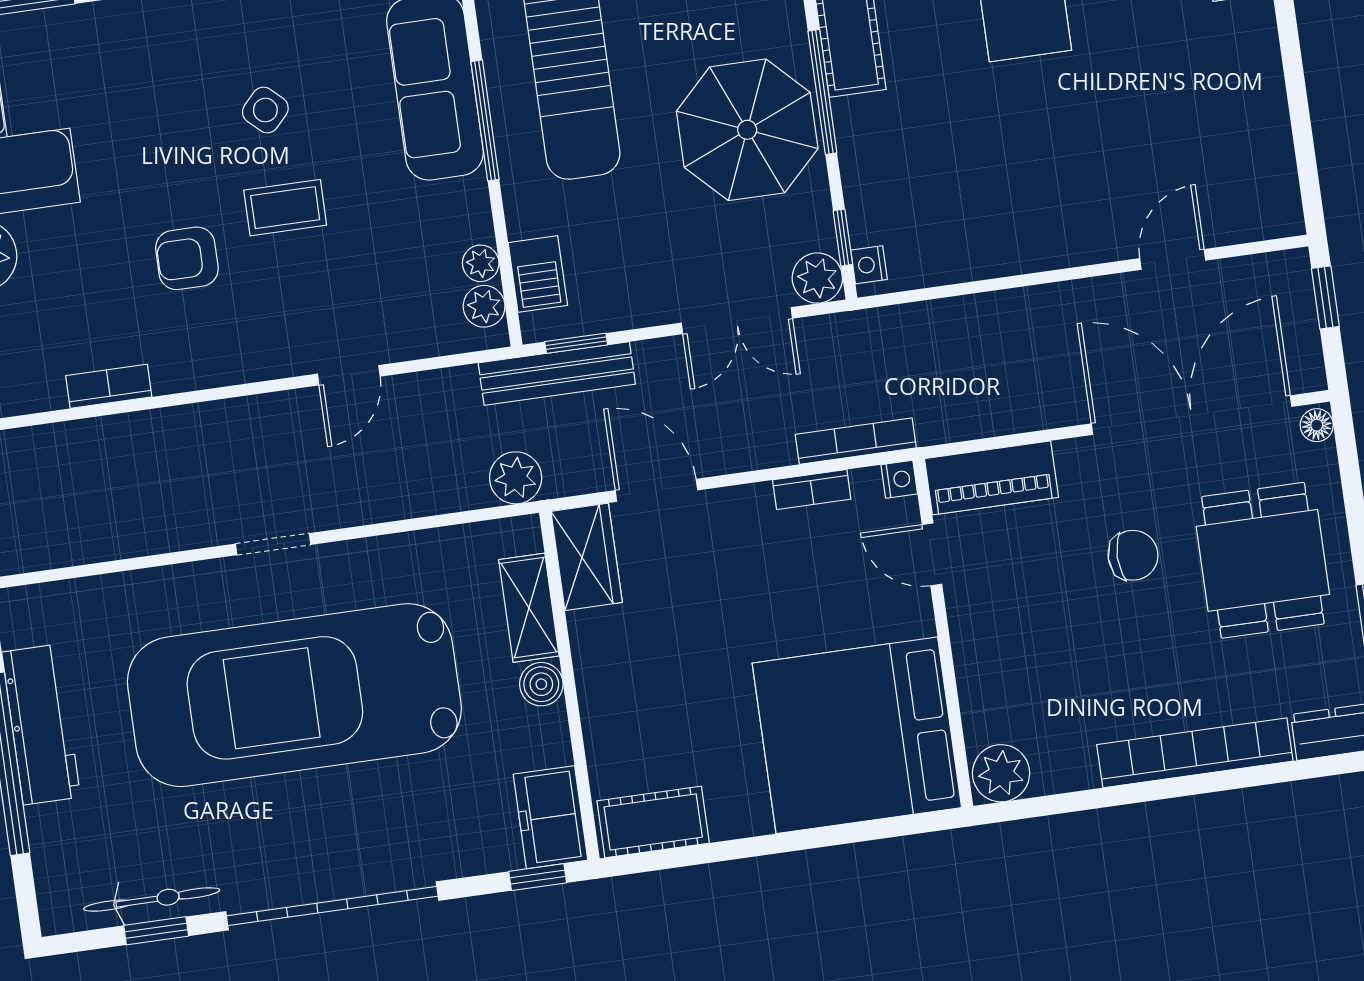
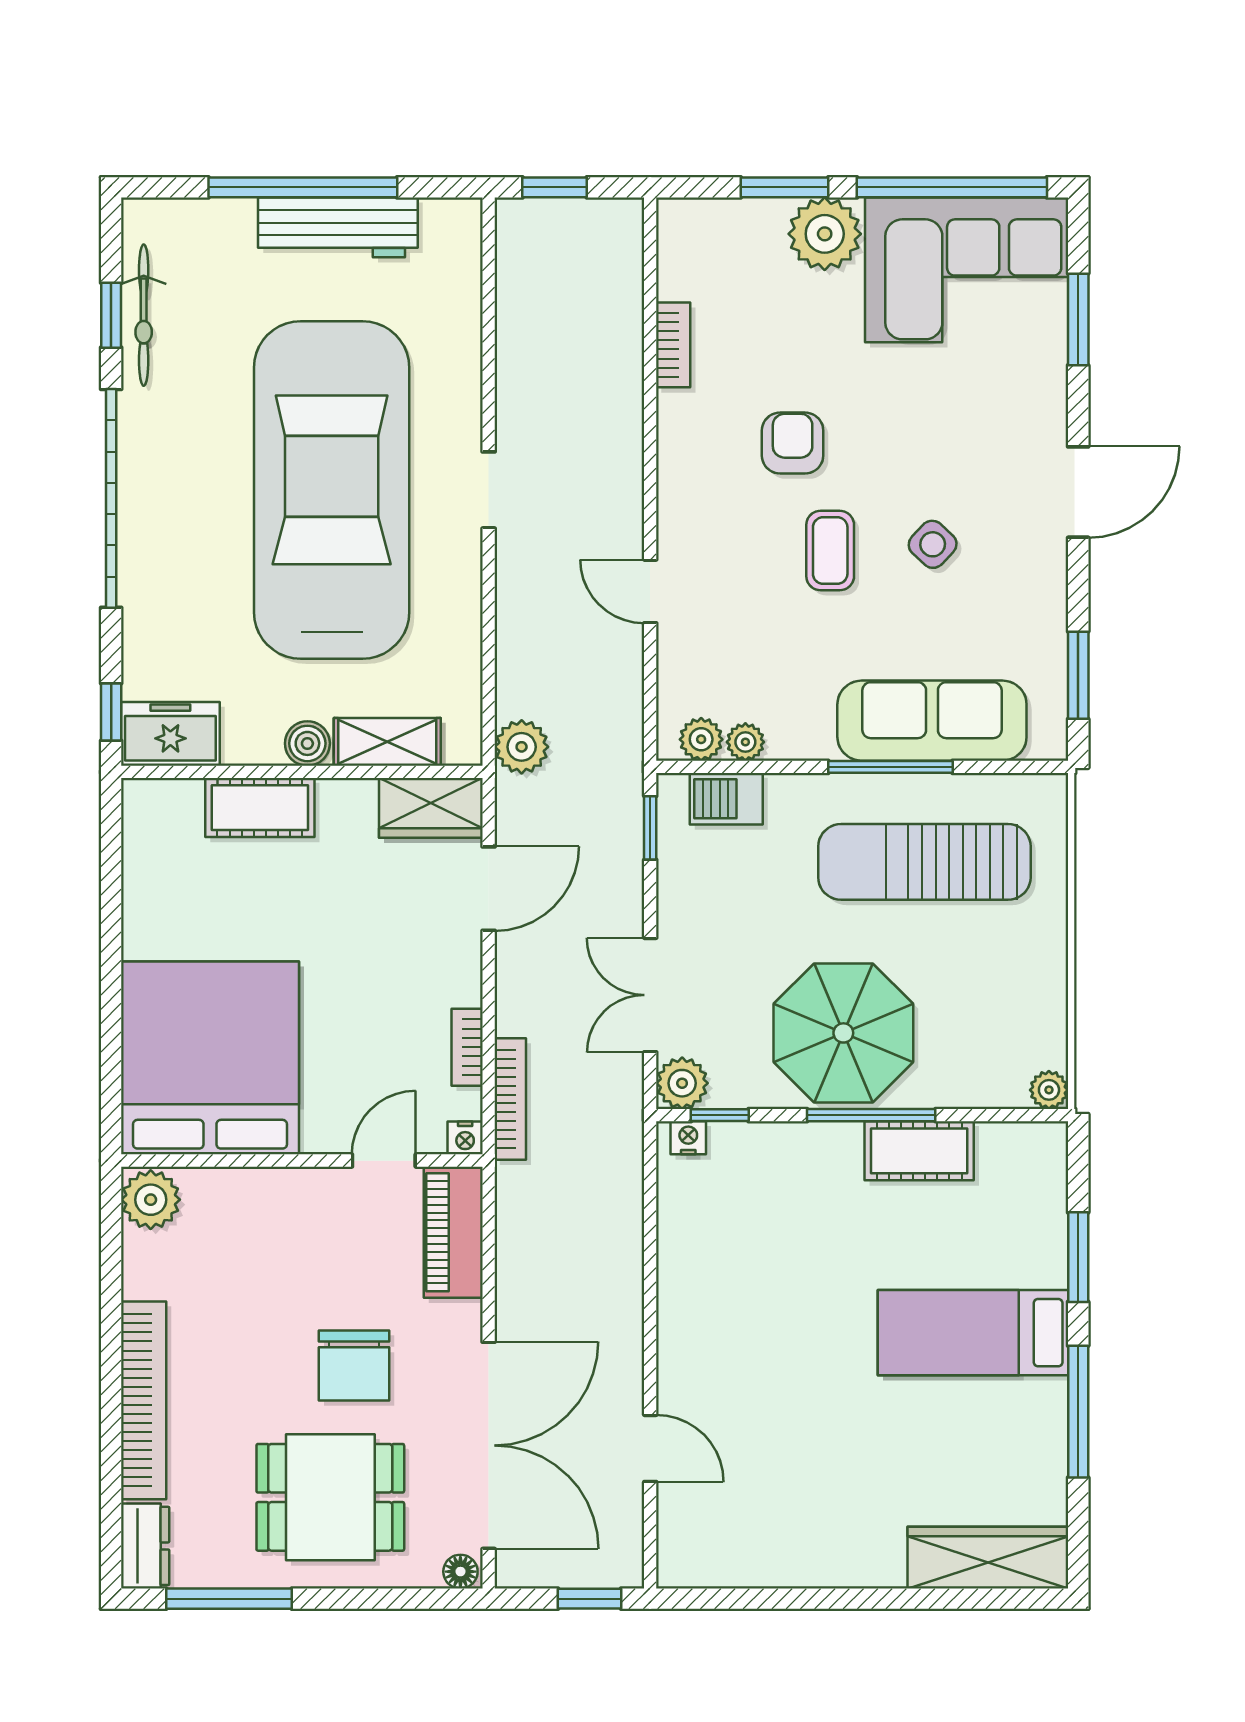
bench: (557, 374) -> (622, 804), removed
chair: (1133, 555) -> (354, 1365), width x1.37, depth x1.37
cot: (653, 822) -> (260, 808), moved, turned 90

